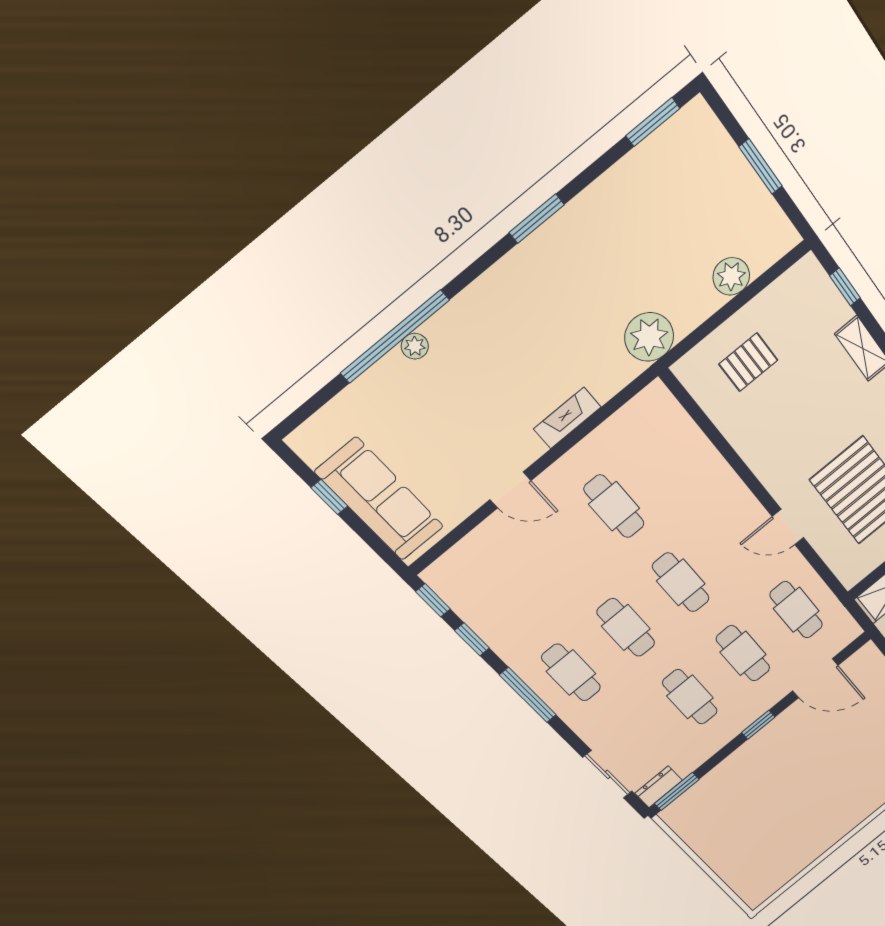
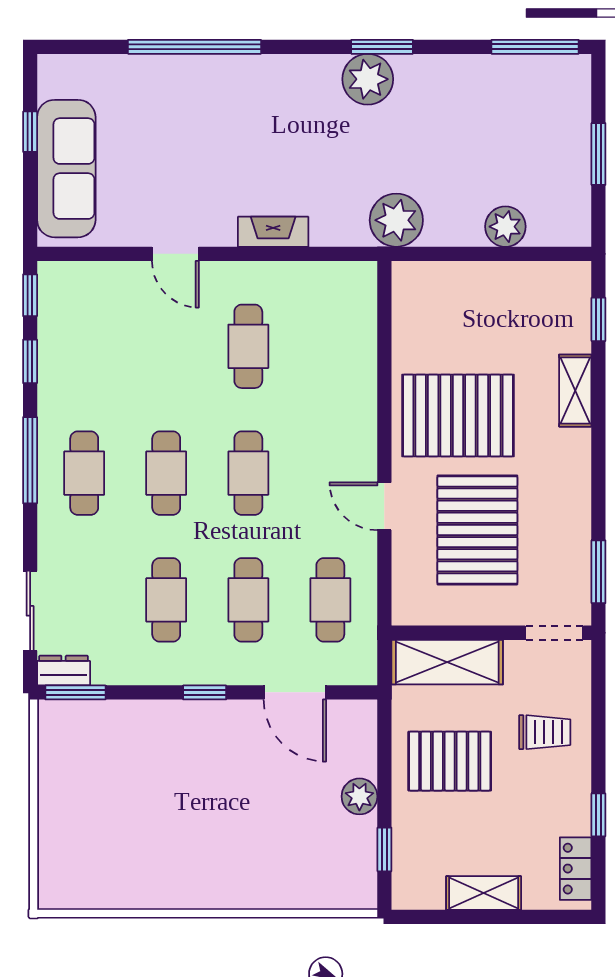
window: (653, 122) -> (535, 47), width x1.44
plant: (415, 346) -> (368, 79), moved, width x1.88, depth x1.88
pallet: (748, 362) -> (458, 416), moved, width x2.05, depth x2.00

